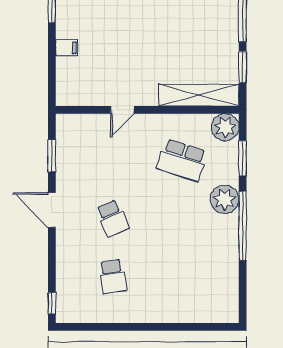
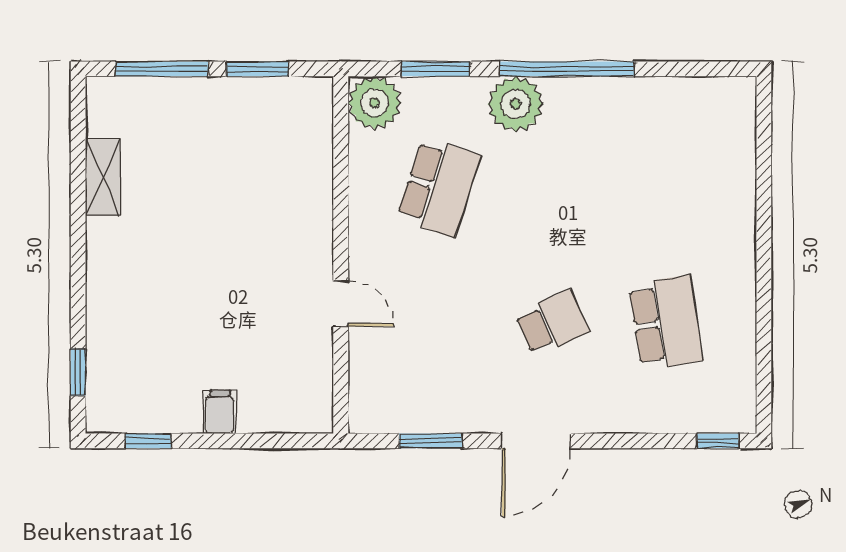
shelving: (199, 95) -> (312, 154), removed
school desk: (113, 277) -> (666, 323), width x1.85

